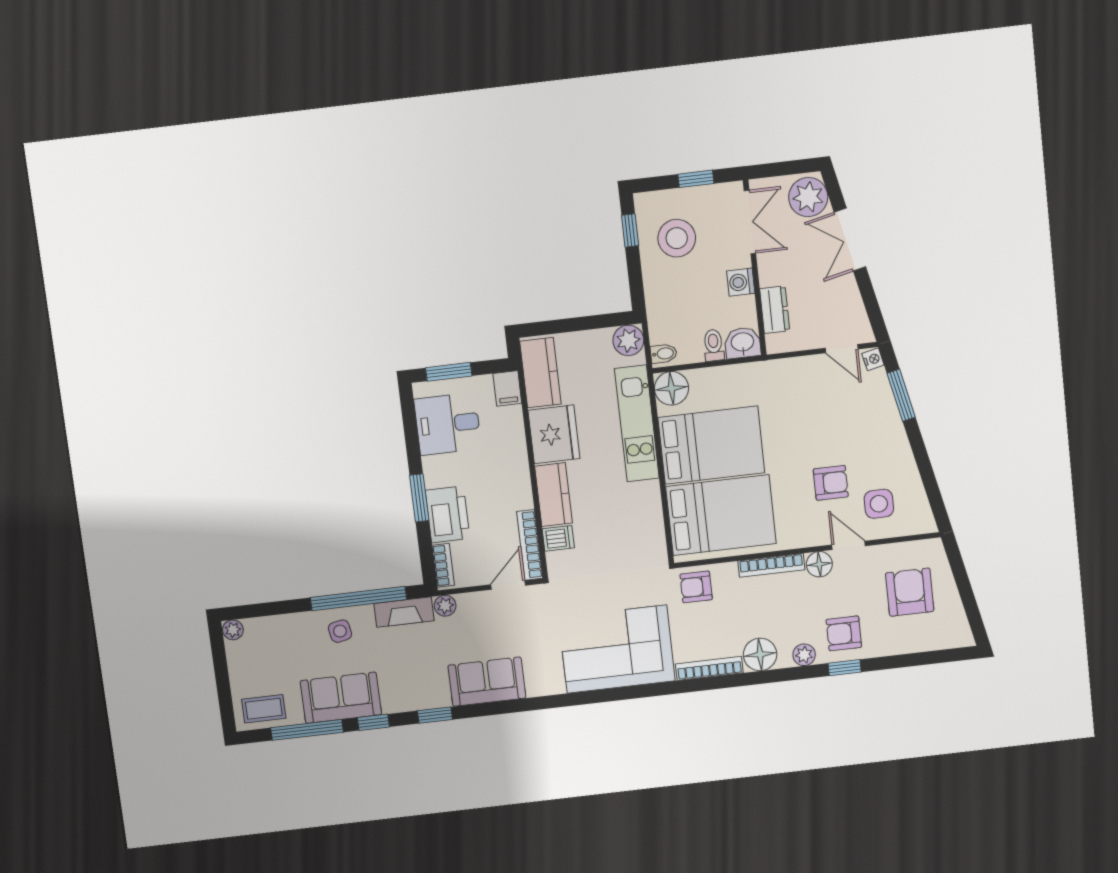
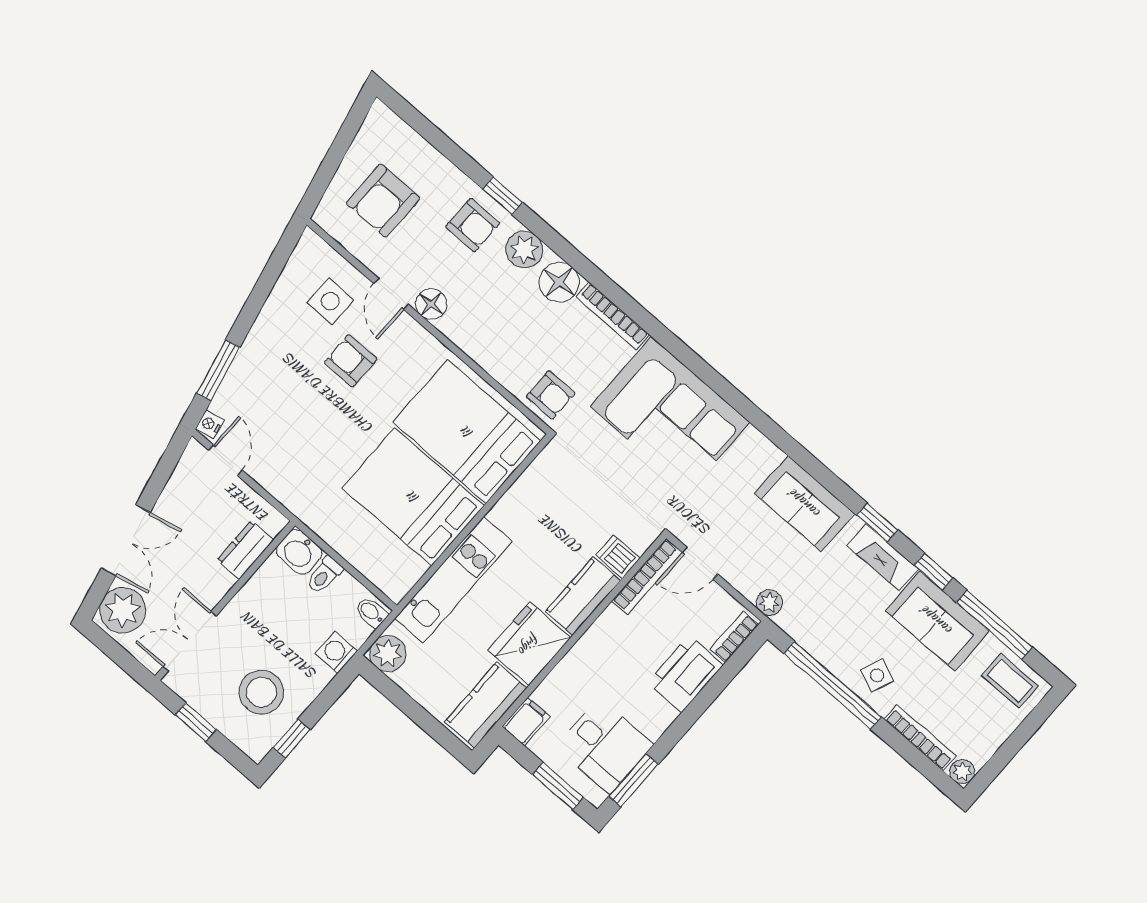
washing machine: (741, 282) -> (337, 652), moved, turned 180
floor lamp: (672, 388) -> (395, 577), removed
window: (419, 498) -> (634, 780), moved
bookcase: (771, 565) -> (920, 738), moved
fireplace: (404, 612) -> (882, 557), moved, turned 180
side table: (340, 631) -> (877, 675), turned 33
plant: (804, 655) -> (524, 250), width x1.38, depth x1.38

